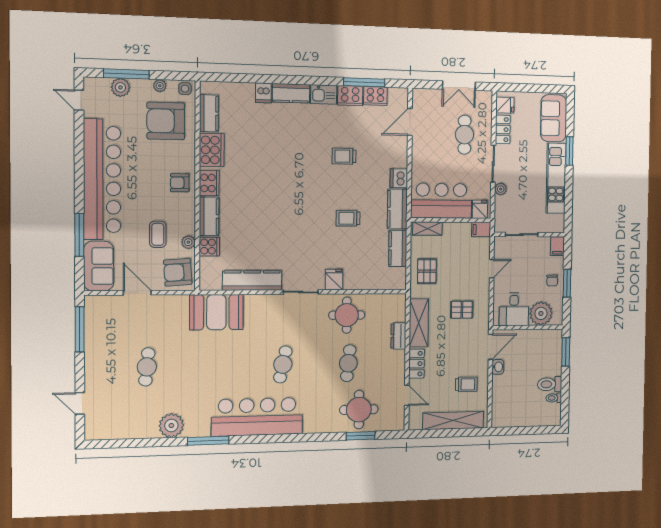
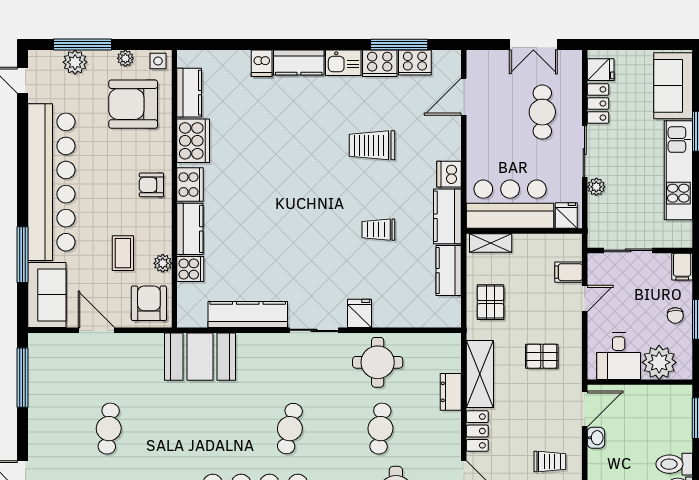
trolley: (344, 156) -> (372, 145), width x1.36, depth x1.39
filing cabinet: (481, 230) -> (568, 272), moved
armchair: (178, 272) -> (149, 303), turned 94

